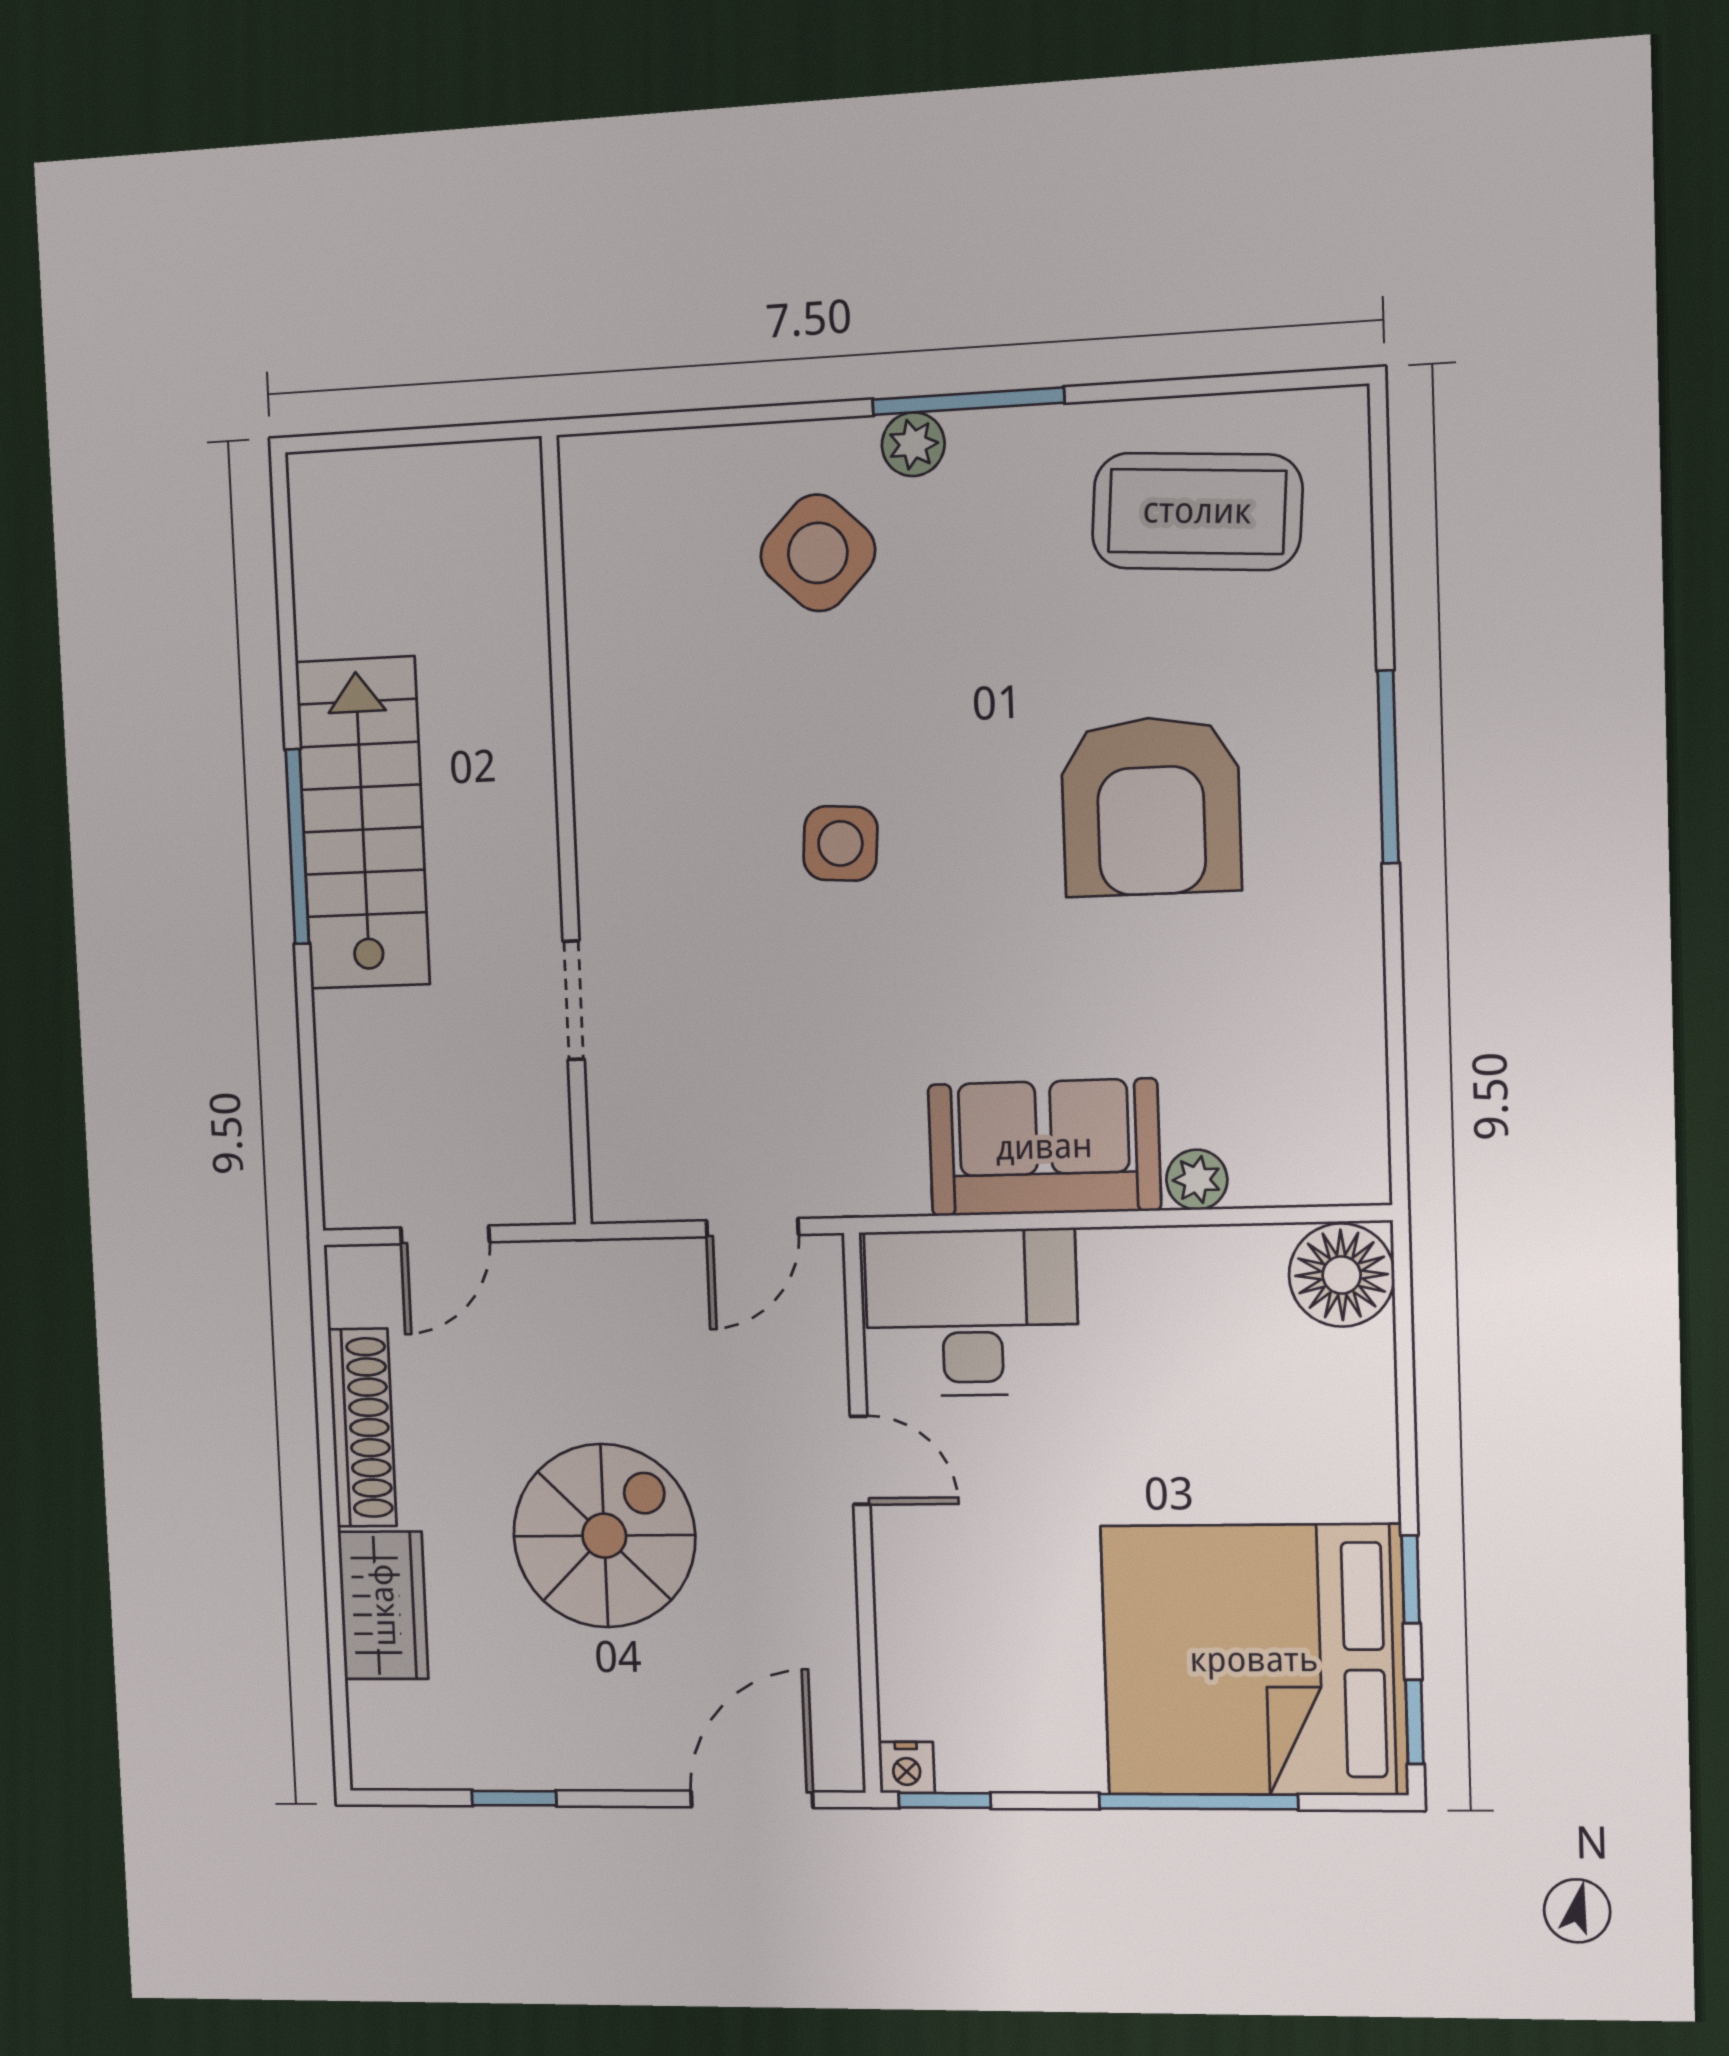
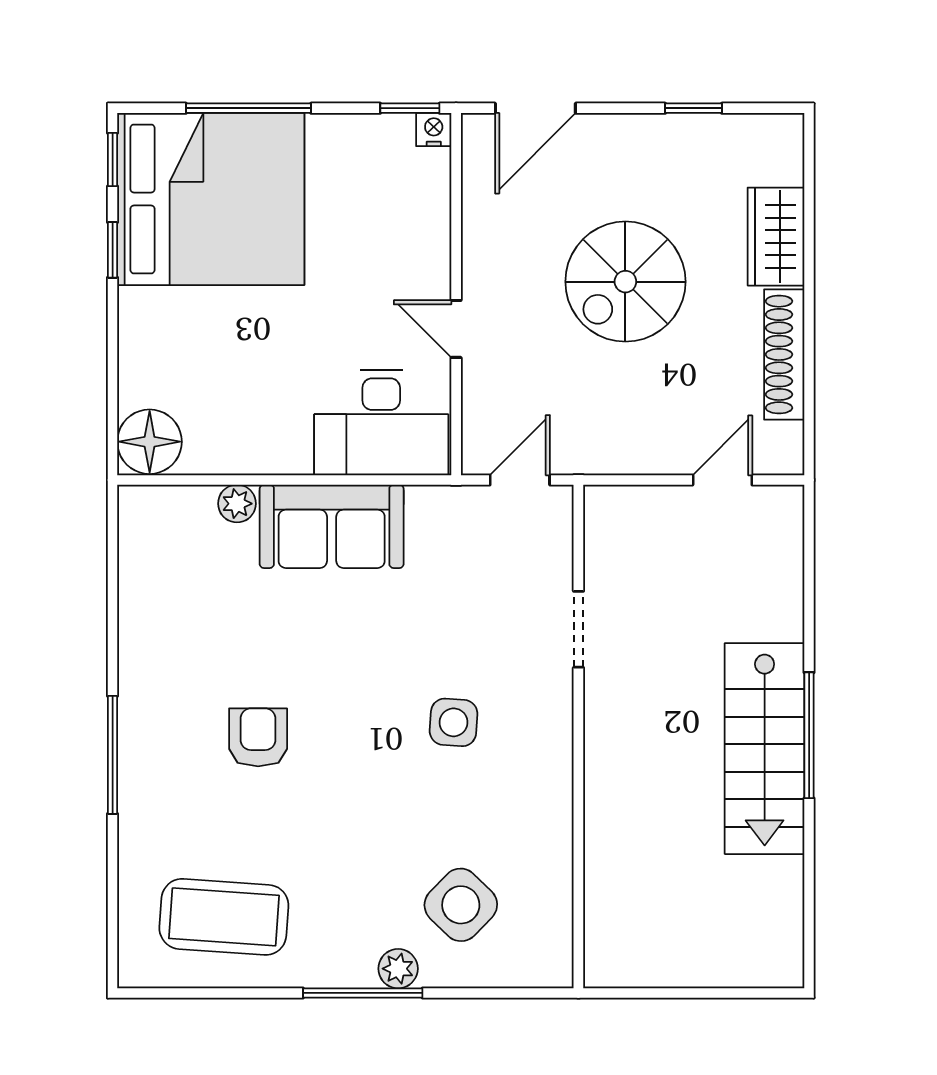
armchair: (1151, 806) -> (258, 737), width x0.53, depth x0.53
wall: (566, 833) -> (578, 736), moved
doorway: (574, 1000) -> (578, 629), moved

